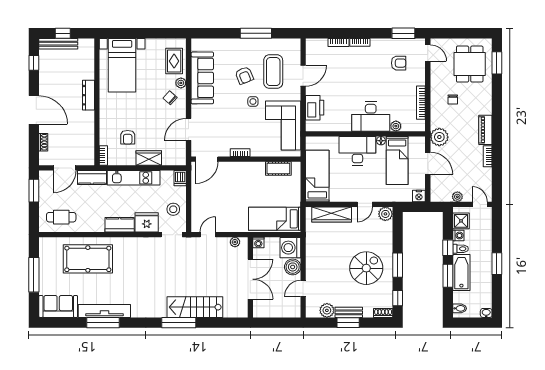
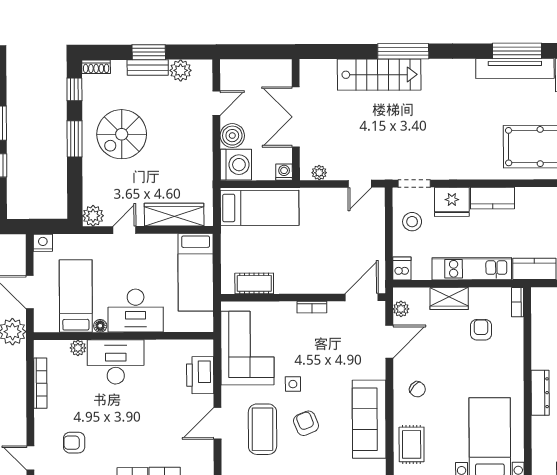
plant: (181, 83) -> (401, 309), moved

